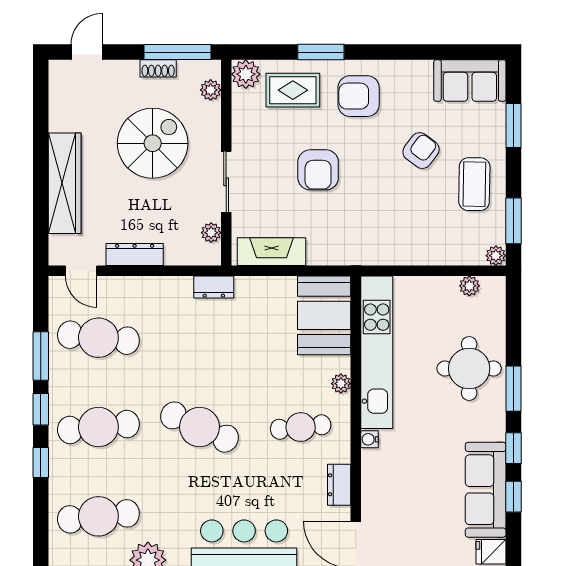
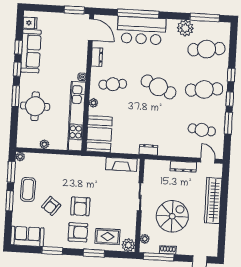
window: (413, 52) -> (52, 251), added
window: (513, 126) -> (10, 201), moved
spiral stairs: (153, 143) -> (172, 216), turned 180
armchair: (318, 170) -> (80, 206), moved, turned 180
plant: (211, 233) -> (148, 174), removed
plant: (469, 286) -> (44, 144), moved
cafe table: (98, 338) -> (202, 130), width x0.73, depth x0.74

